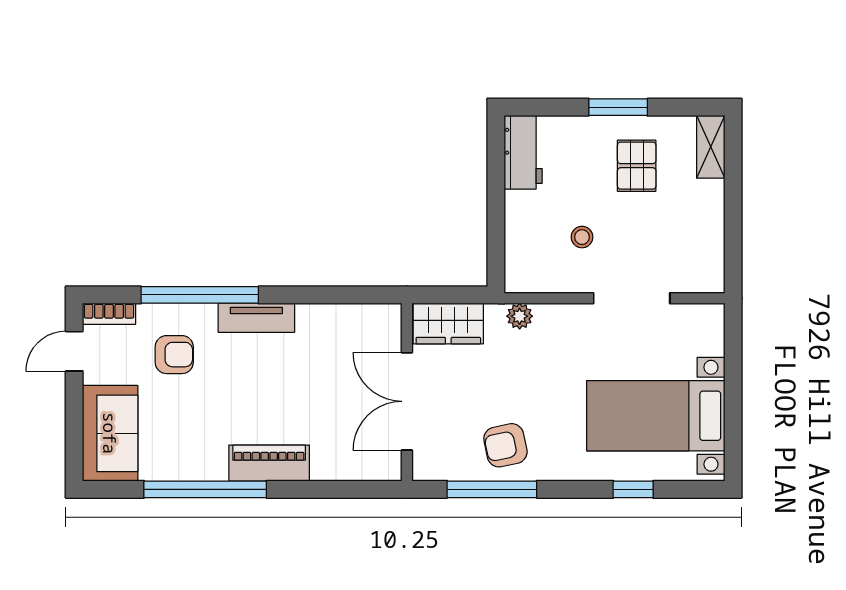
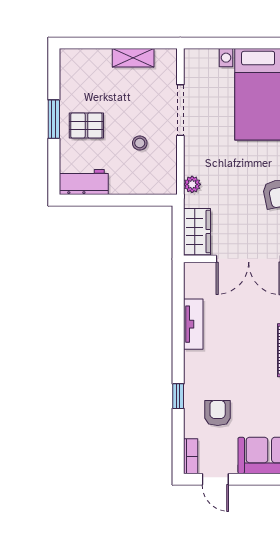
shelving: (711, 147) -> (133, 58), moved
pallet: (637, 166) -> (86, 125), moved
window: (200, 295) -> (178, 396), width x0.32
tv unit: (256, 318) -> (193, 324), moved

